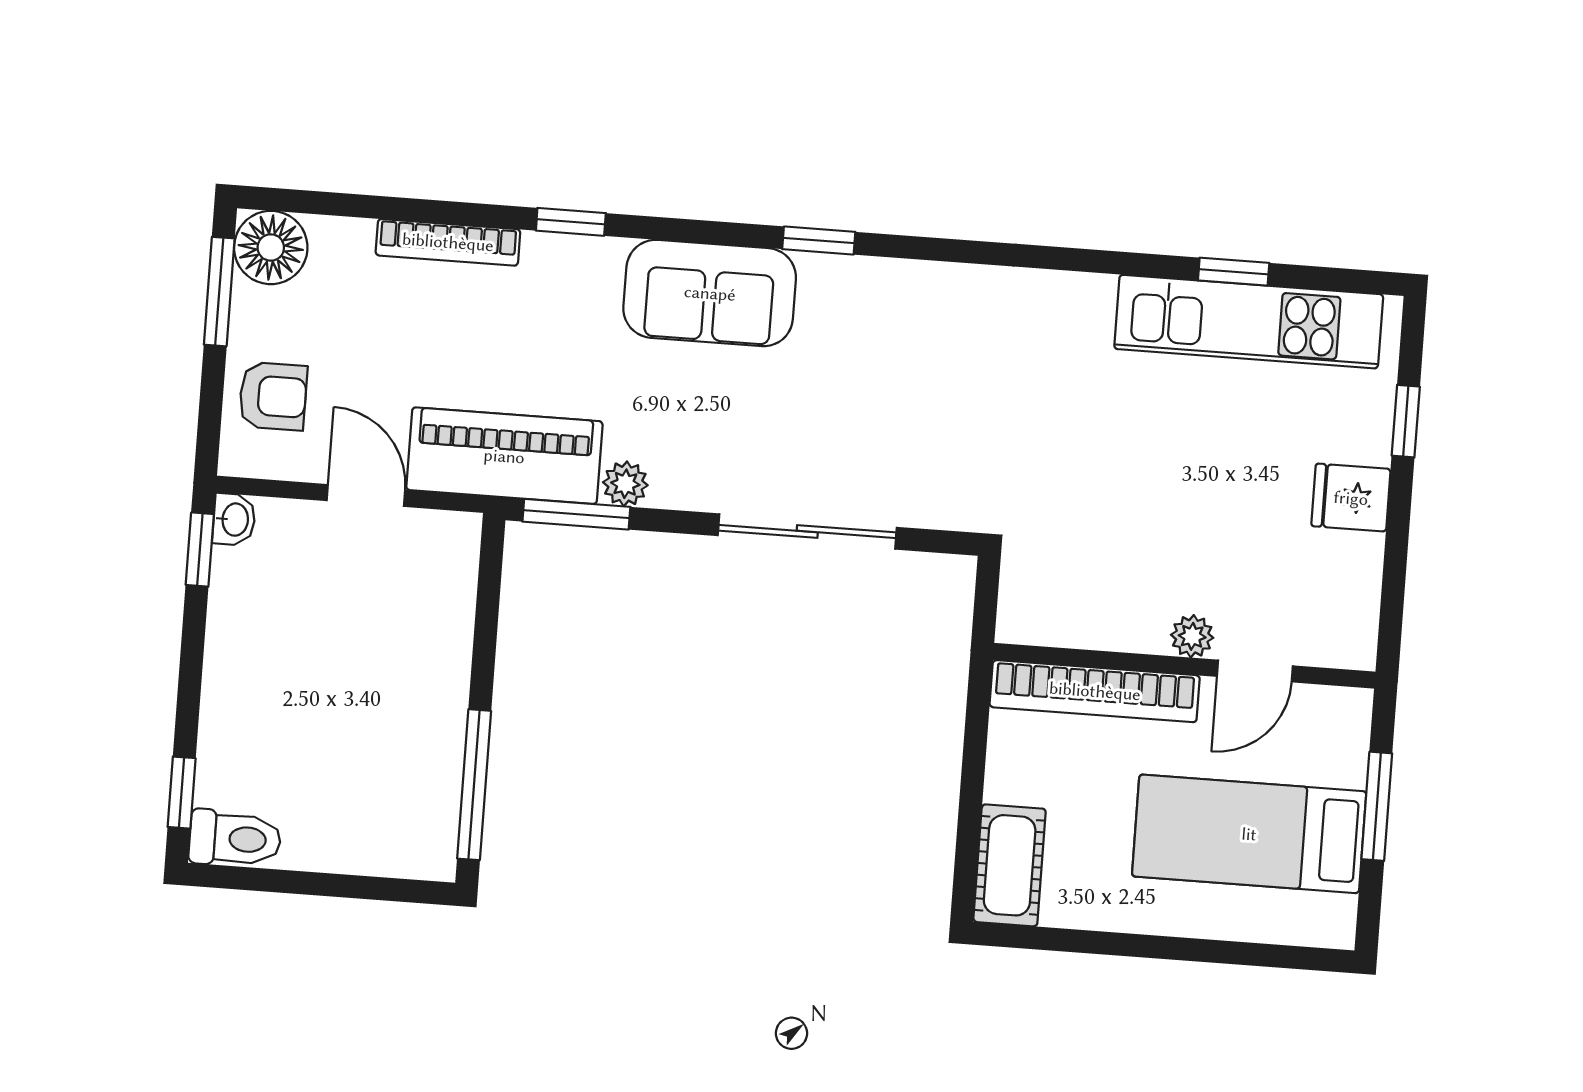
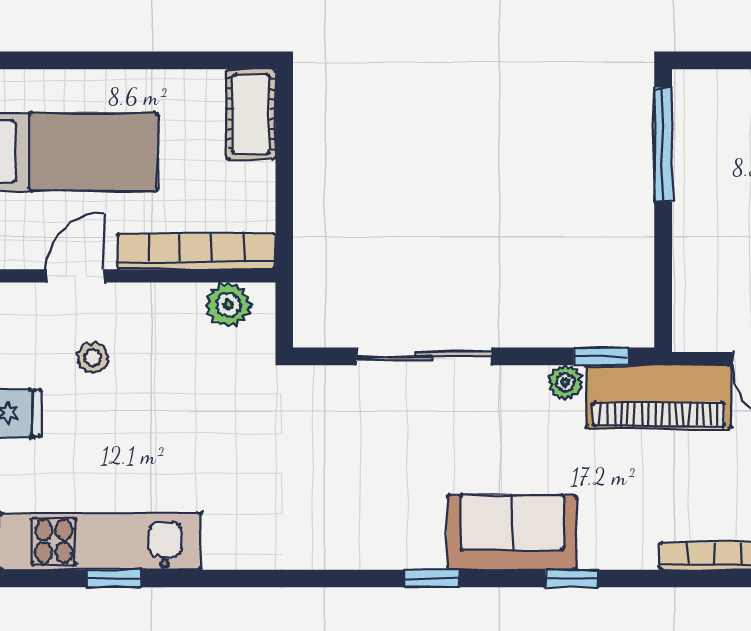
window: (571, 222) -> (572, 578), moved
window: (576, 514) -> (601, 356), width x0.67
stool: (1240, 563) -> (93, 357), added
plant: (1192, 636) -> (228, 305), moved, width x1.38, depth x1.38

